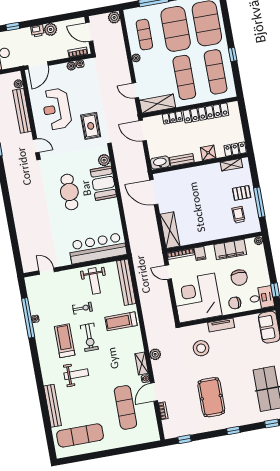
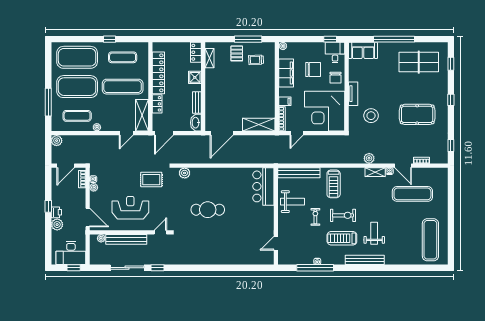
window: (13, 26) -> (48, 206), moved
plant: (51, 29) -> (57, 225), moved
exercise mat: (216, 72) -> (123, 57), width x0.73, depth x0.69
reception desk: (57, 109) -> (130, 208), turned 180
booth: (103, 183) -> (205, 177), removed
bar counter: (98, 248) -> (263, 186), width x0.73
bench: (53, 406) -> (365, 260), moved

